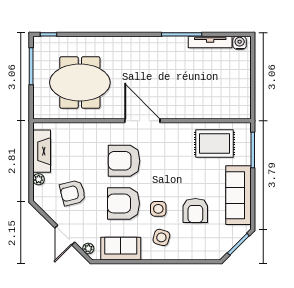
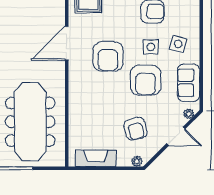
meeting table: (80, 82) -> (30, 122), width x1.36
door: (142, 121) -> (67, 43), moved
armchair: (124, 161) -> (108, 56), moved
plant: (39, 179) -> (137, 161), moved

